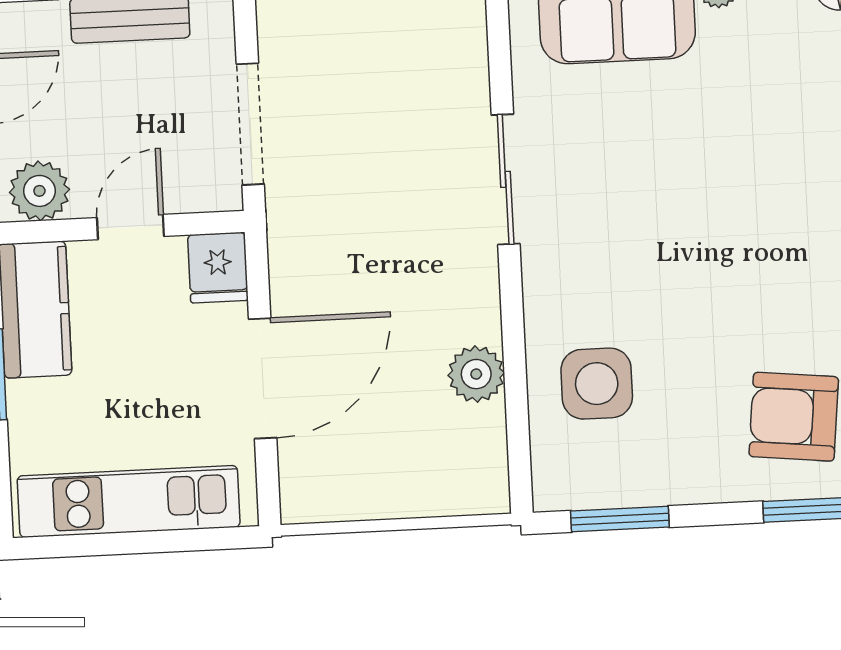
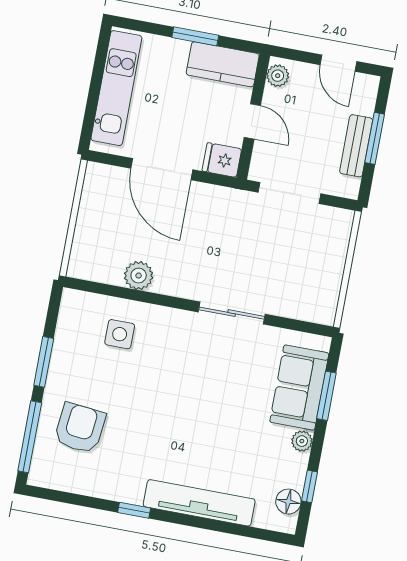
plant: (39, 191) -> (278, 76), width x0.73, depth x0.73
side table: (597, 384) -> (120, 334), width x0.73, depth x0.73
window: (620, 519) -> (44, 362), moved

